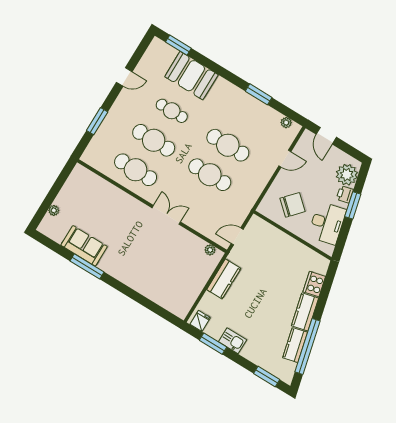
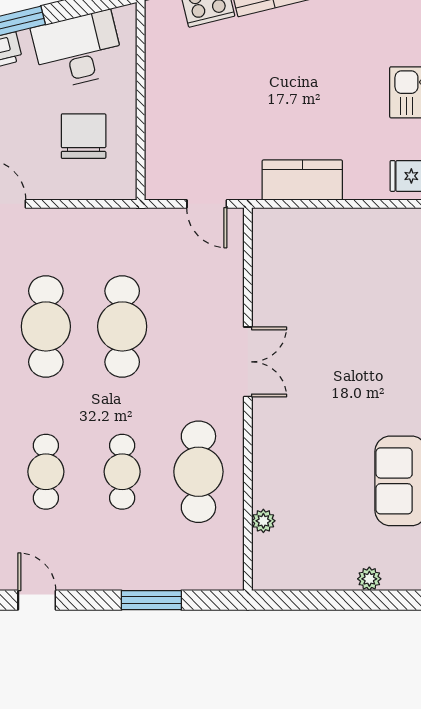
cafe table: (154, 140) -> (122, 472), width x0.73, depth x0.74
chair: (292, 205) -> (84, 136), turned 48
double door: (166, 215) -> (248, 362), swing flipped
plant: (210, 250) -> (263, 521), moved

